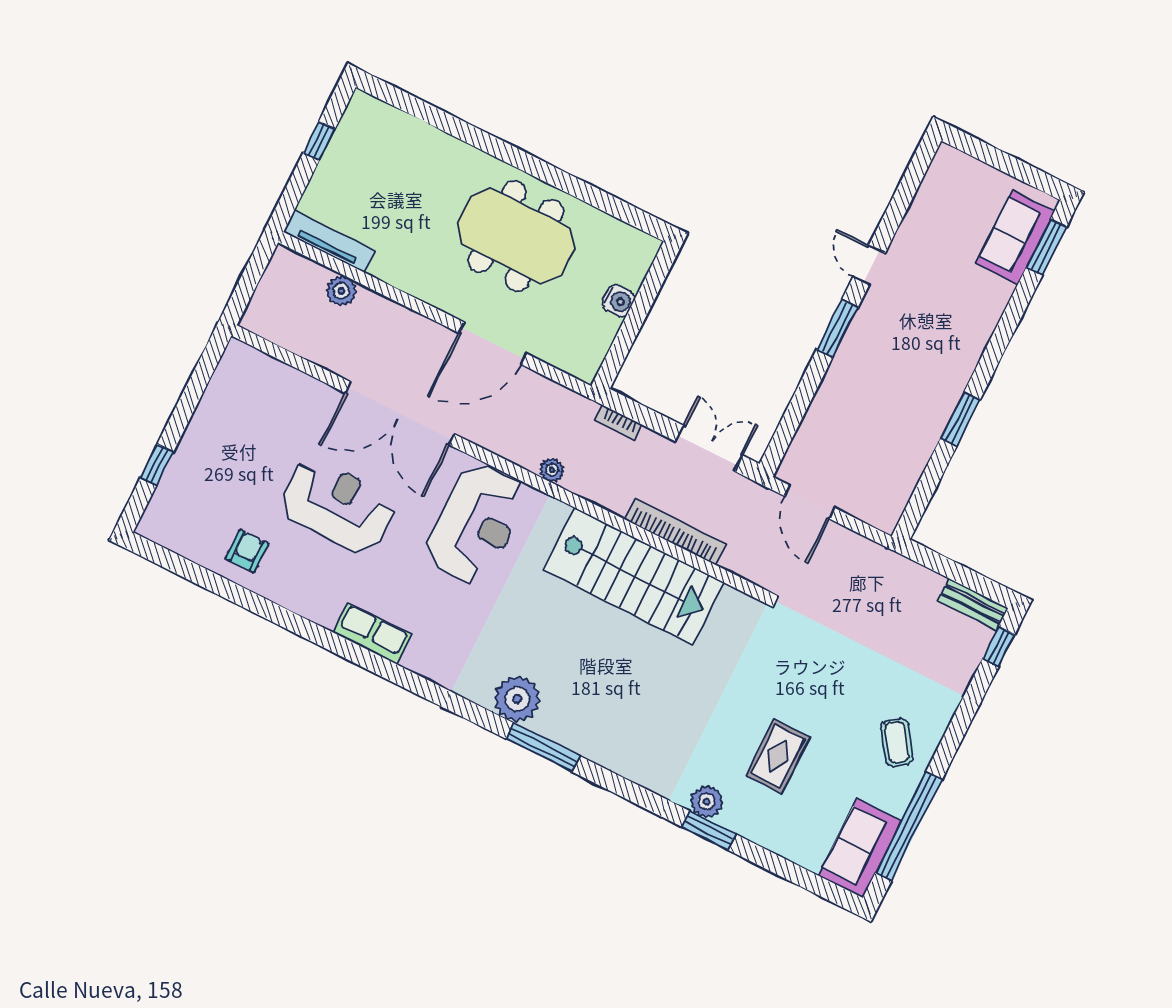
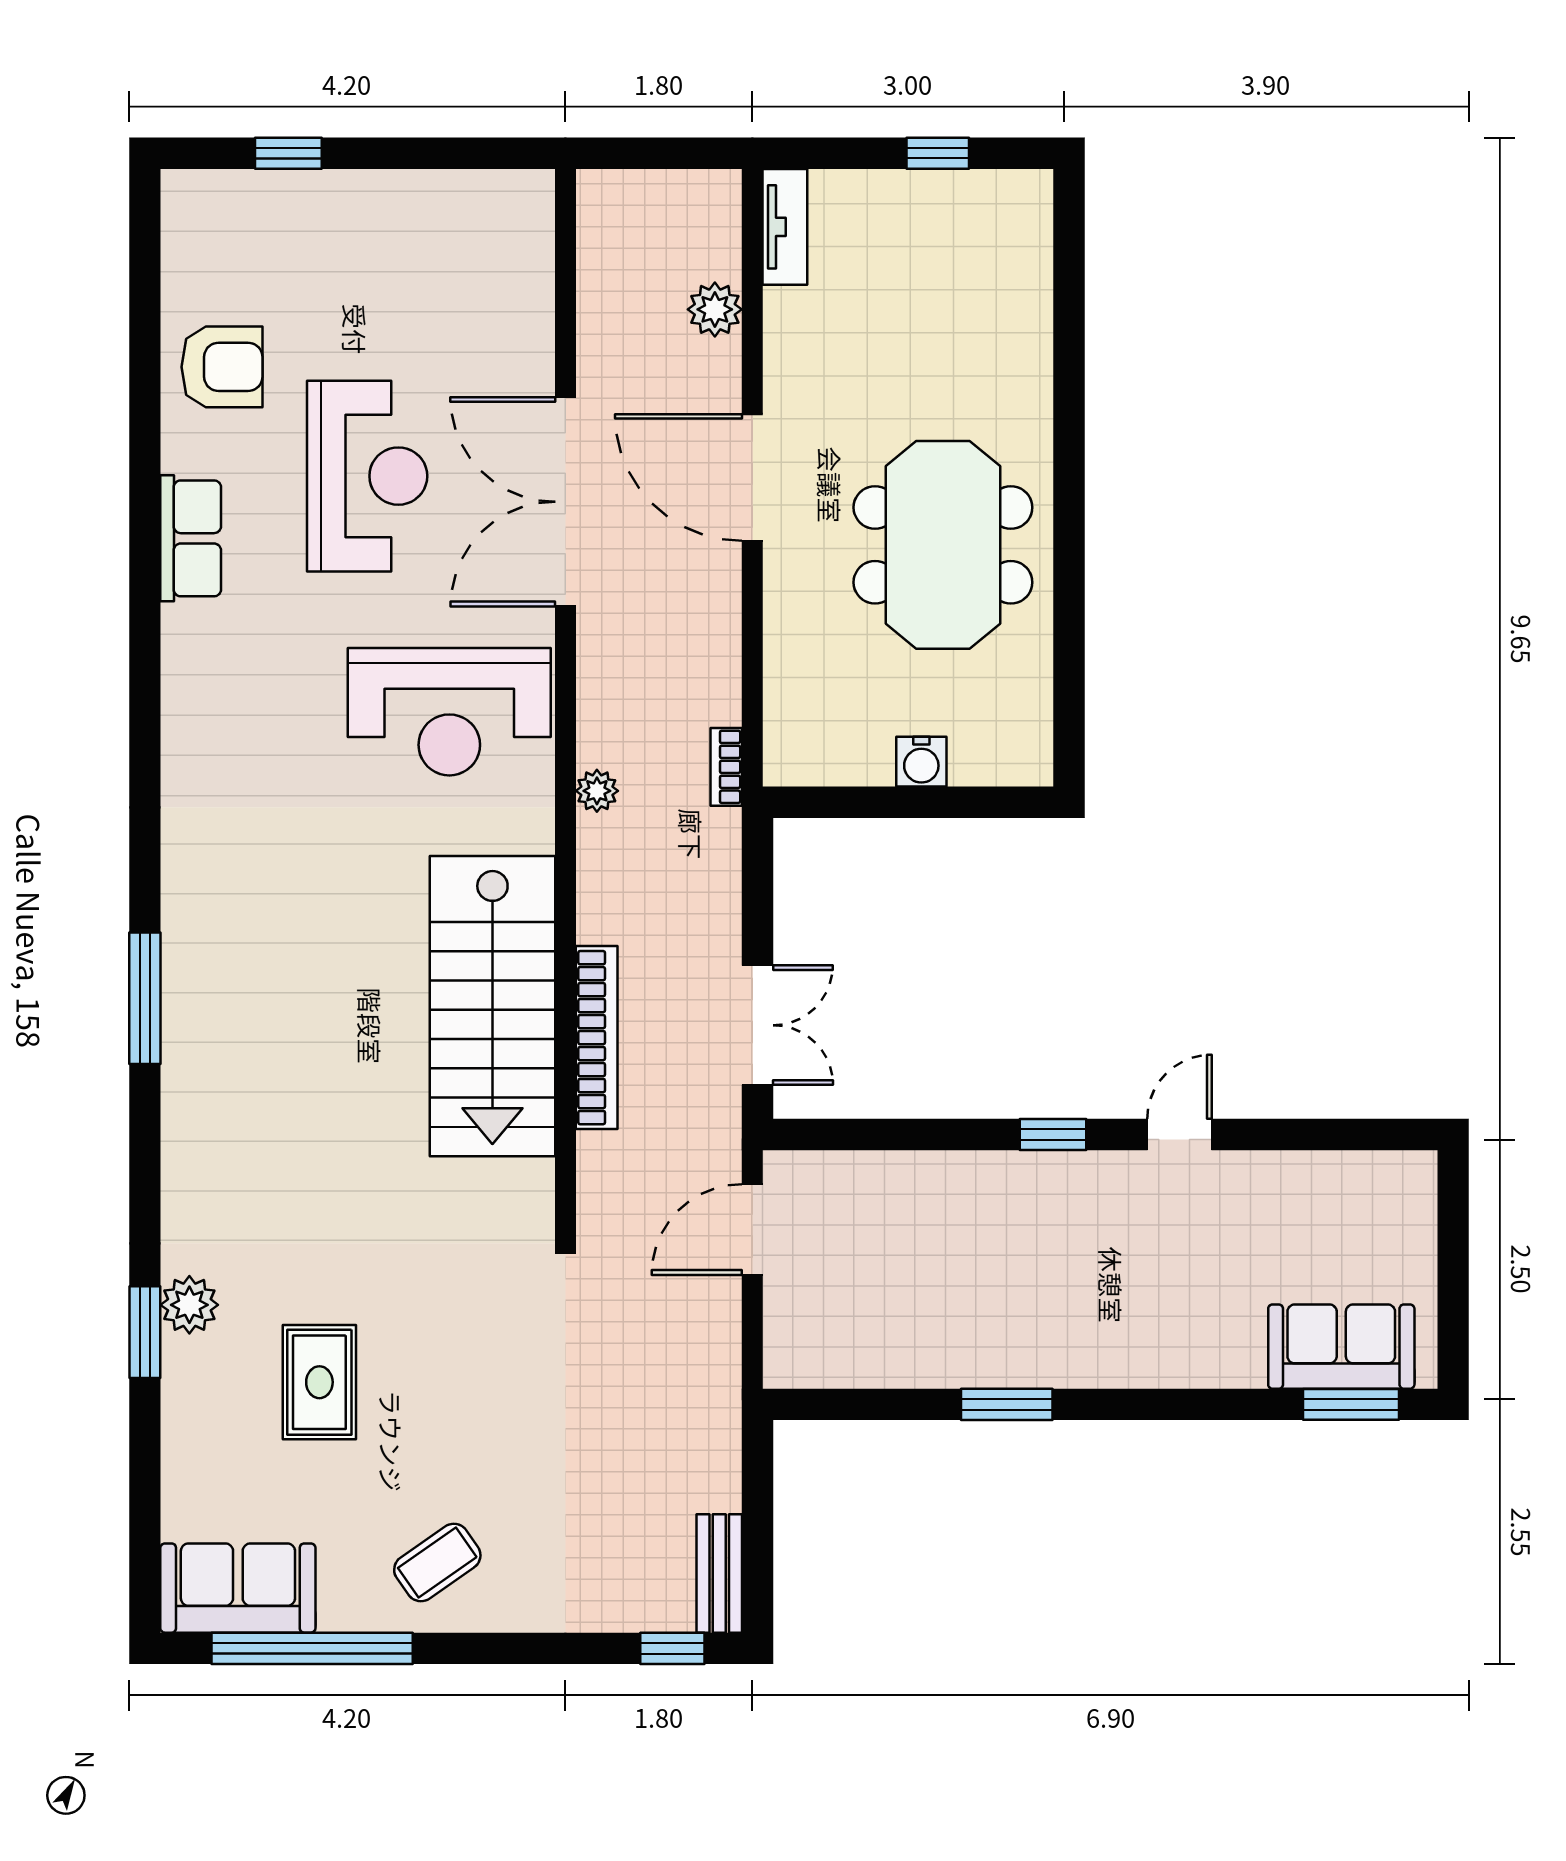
tv unit: (330, 241) -> (785, 227), width x0.71
window: (837, 328) -> (1053, 1134), width x0.67
door: (493, 343) -> (752, 477), moved
bookcase: (619, 423) -> (726, 767), moved
armchair: (247, 551) -> (222, 367), width x1.38, depth x1.38
row of seats: (372, 633) -> (191, 538), moved
plant: (517, 699) -> (202, 919), removed
rug: (778, 756) -> (319, 1382), turned 90

